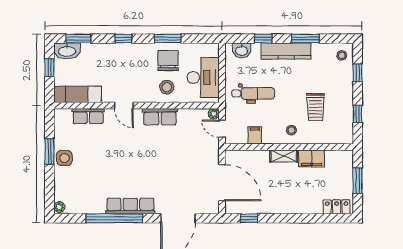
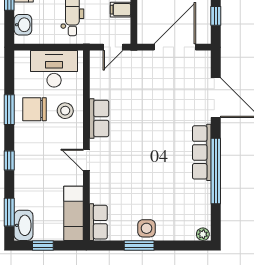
door: (124, 106) -> (86, 160), swing flipped
plant: (214, 114) -> (96, 57), removed
row of seats: (88, 116) -> (98, 222), moved

